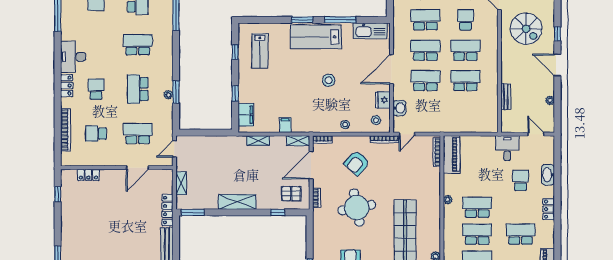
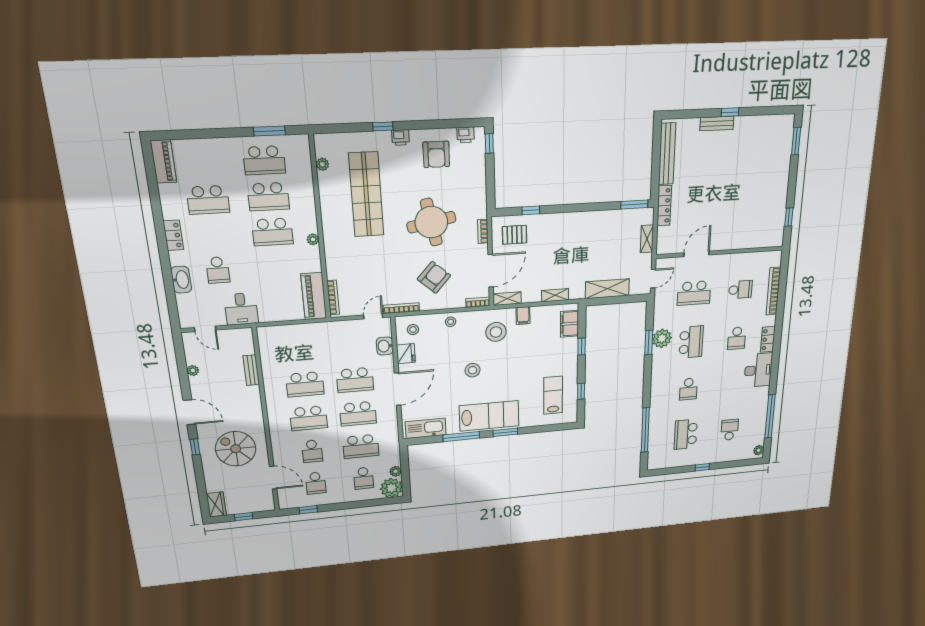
school desk: (138, 45) -> (688, 389), width x0.54
plant: (168, 95) -> (662, 338), width x1.87, depth x1.87
stool: (308, 113) -> (496, 332), added
locker: (88, 175) -> (753, 242), removed
shelving: (237, 202) -> (607, 289), moved

